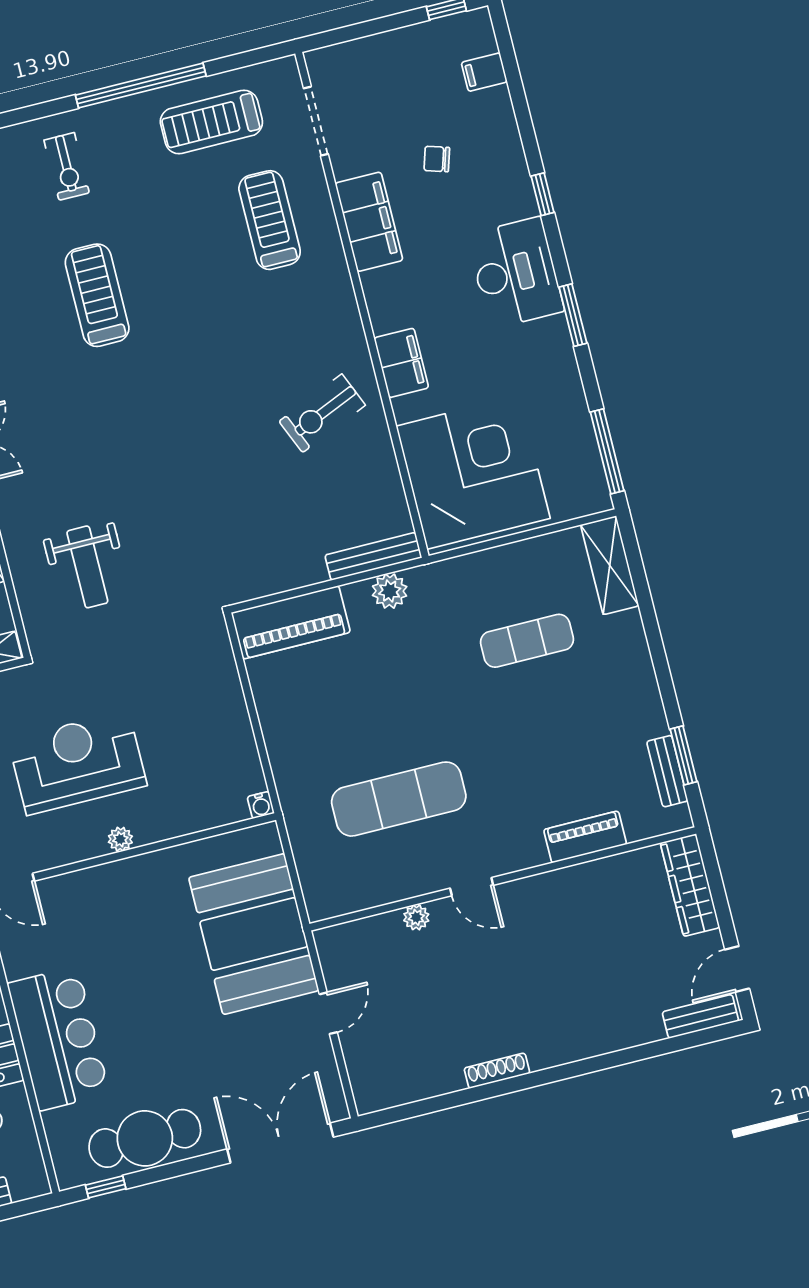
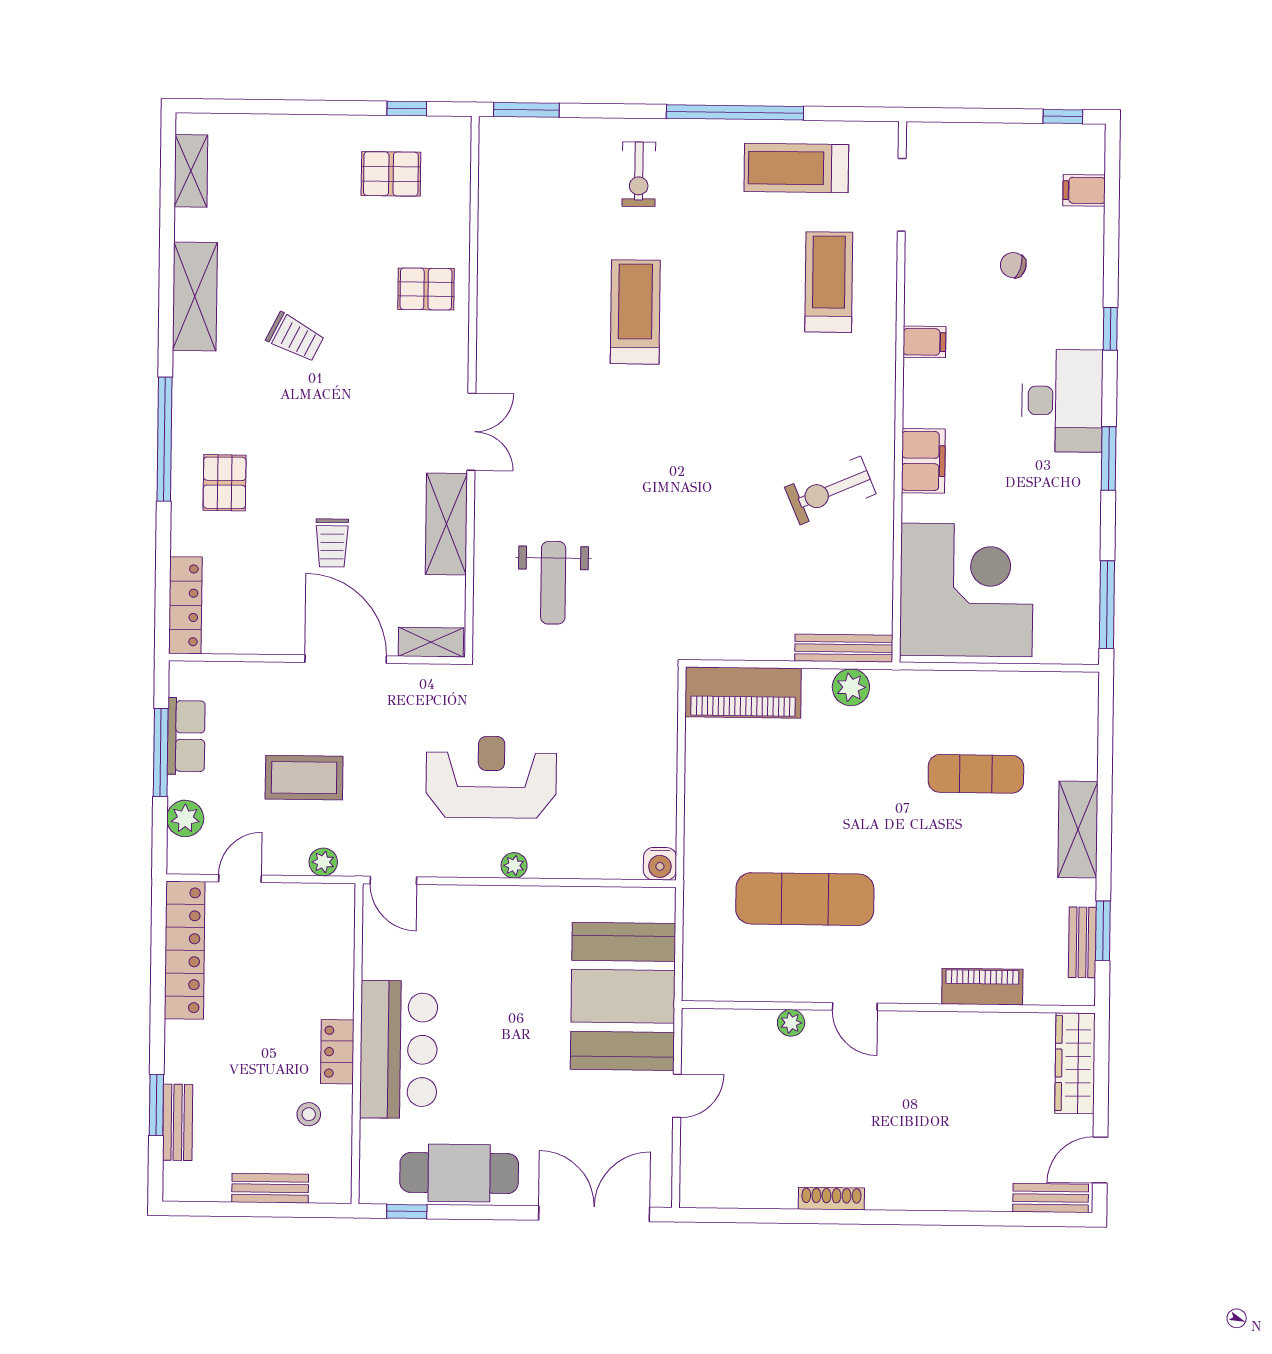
filing cabinet: (369, 222) -> (924, 342), width x0.33, depth x0.86
shelving: (610, 565) -> (1078, 829), moved
water cooler: (261, 805) -> (660, 864), width x1.38, depth x1.38

